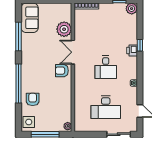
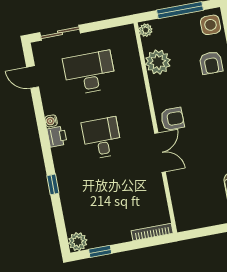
plant: (64, 29) -> (158, 62), moved
printer: (132, 50) -> (57, 137), moved

